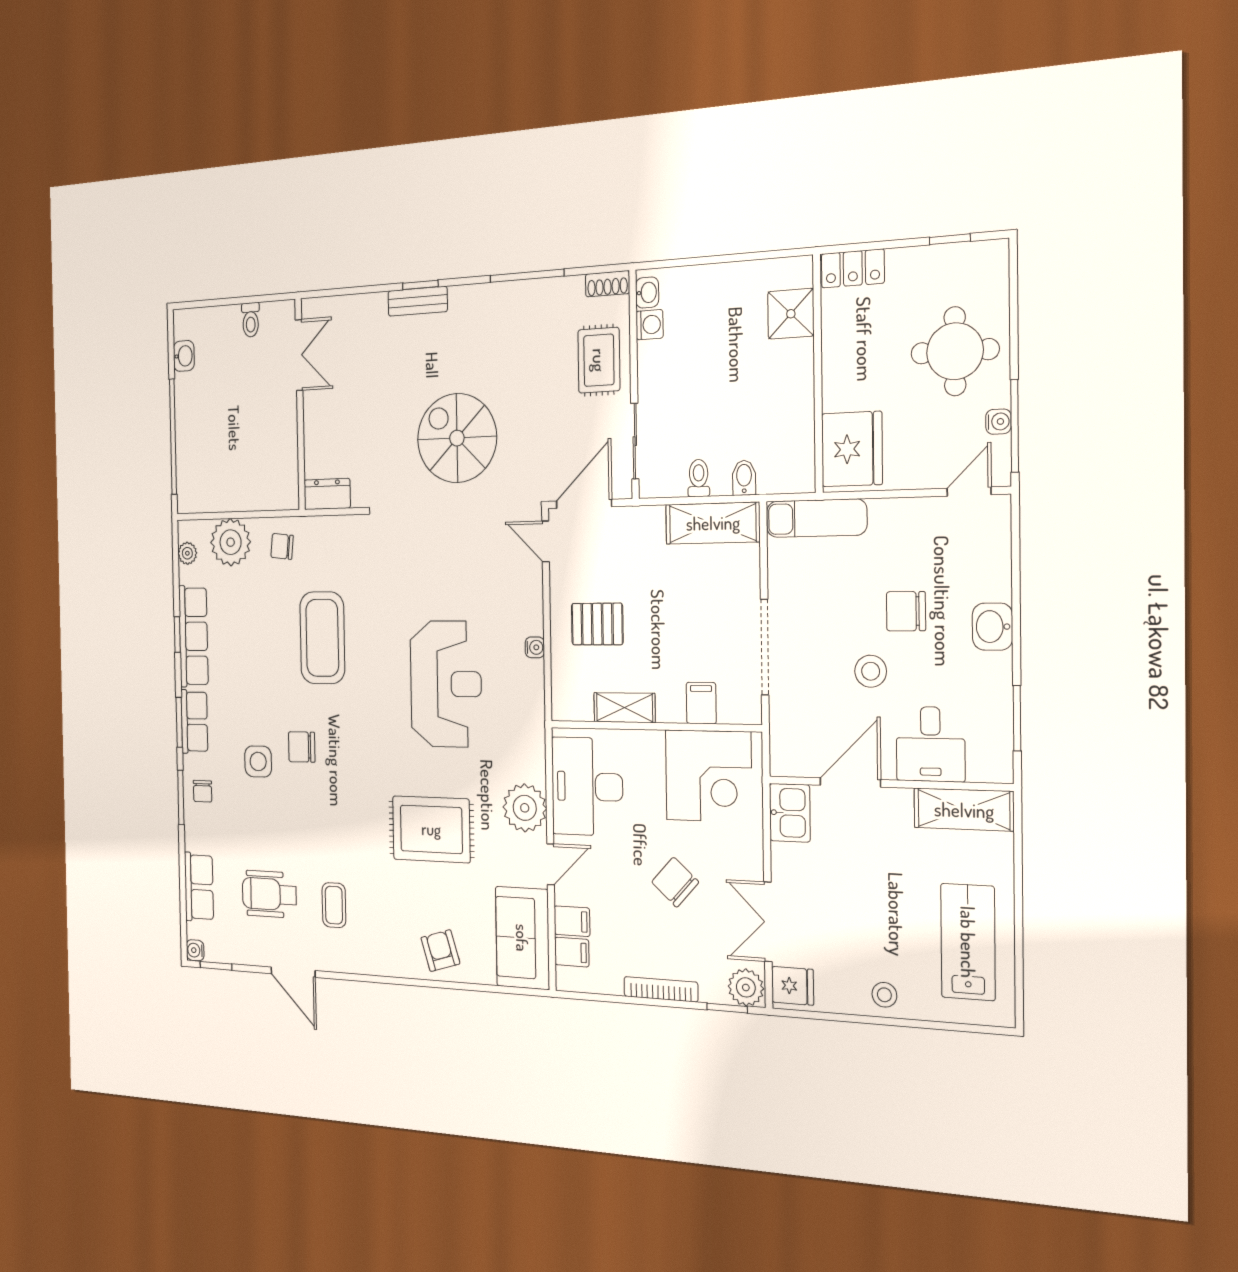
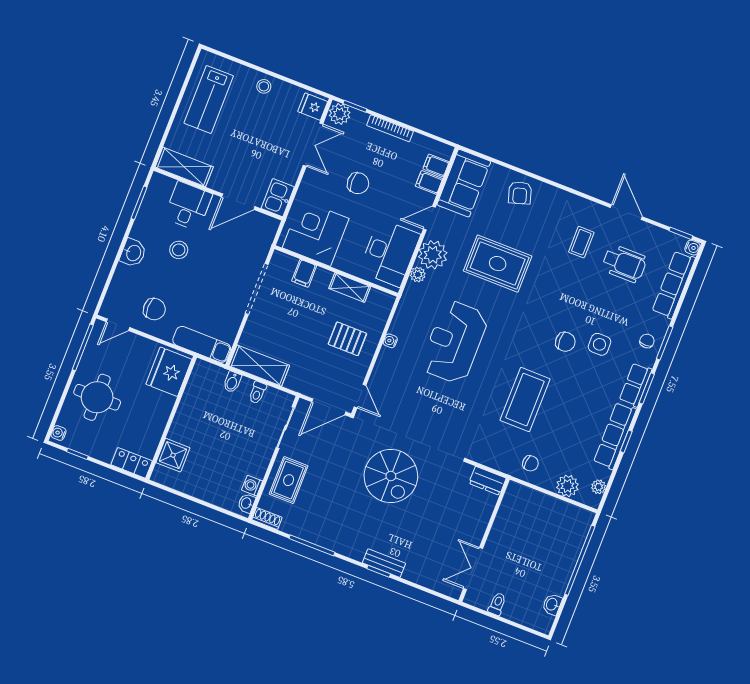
water cooler: (998, 422) -> (59, 433), moved
plant: (231, 542) -> (567, 486), width x0.73, depth x0.73
chair: (906, 611) -> (154, 309), moved
stool: (871, 671) -> (179, 250), moved
plant: (534, 768) -> (418, 274), added
chair: (675, 882) -> (358, 183), turned -42
row of seats: (199, 887) -> (674, 285), width x1.48

